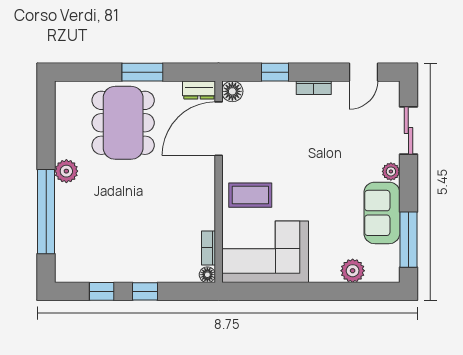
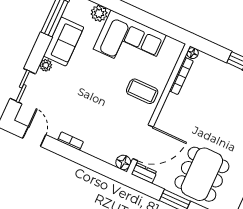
window: (275, 72) -> (91, 162), removed
door: (363, 72) -> (34, 136), hinge flipped
bookcase: (208, 248) -> (181, 76), width x1.56
corner sofa: (265, 252) -> (130, 42), moved

